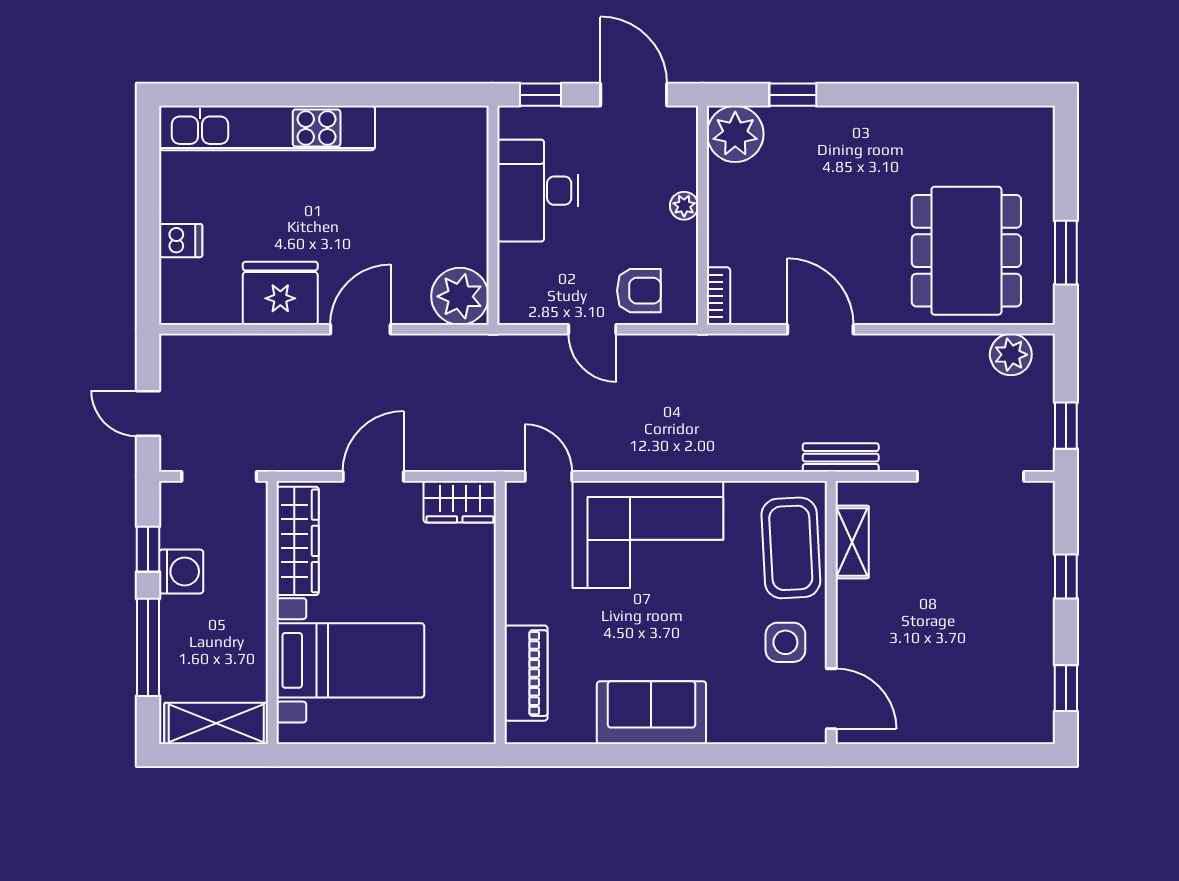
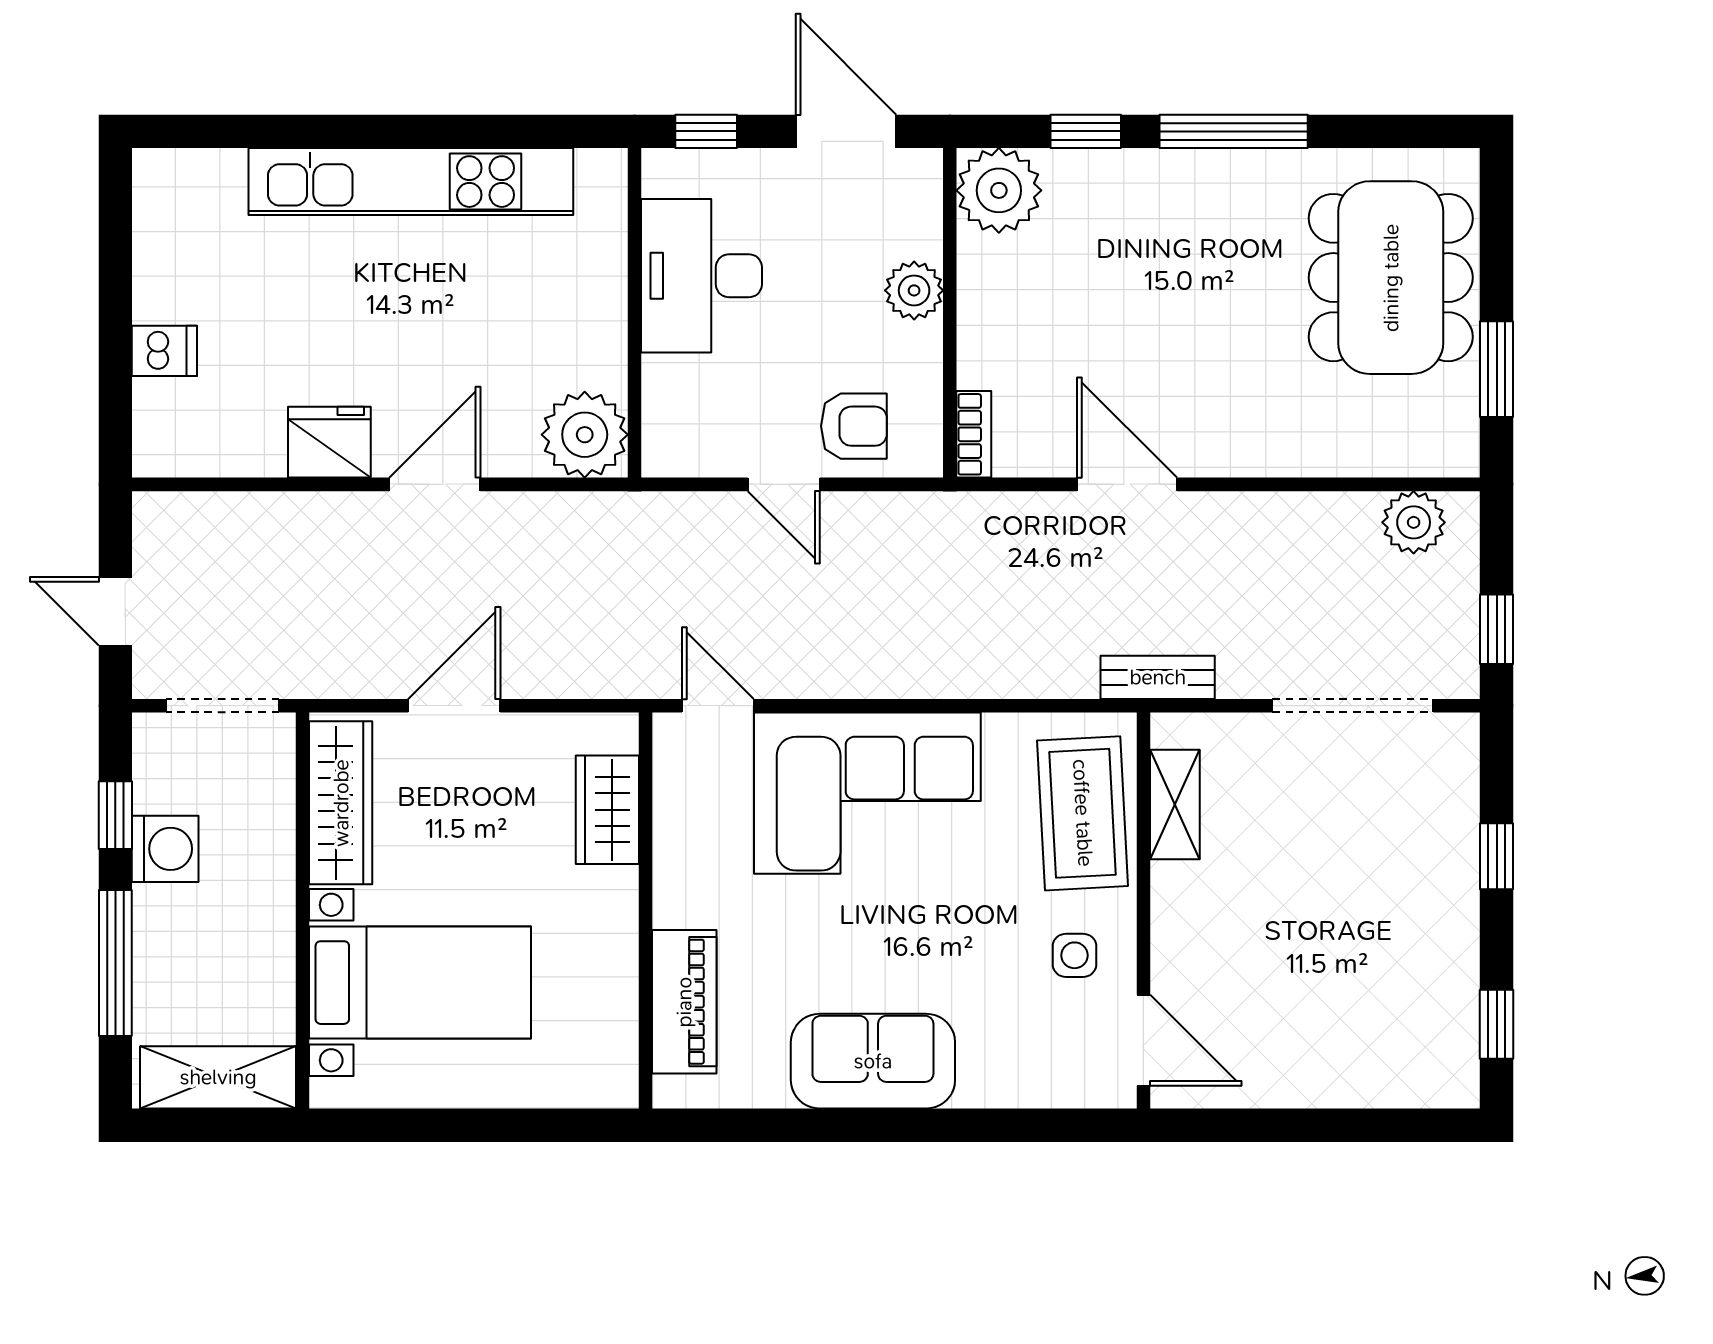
window: (891, 95) -> (1234, 131), added
kitchen unit: (267, 128) -> (411, 182), moved
plant: (684, 206) -> (914, 290), width x1.38, depth x1.38
dining table: (966, 251) -> (1391, 278), moved
fridge: (280, 293) -> (329, 442), width x0.73, depth x0.75
wardrobe: (460, 502) -> (607, 810), moved, turned 90
side table: (785, 642) -> (1074, 955), width x0.73, depth x0.73

